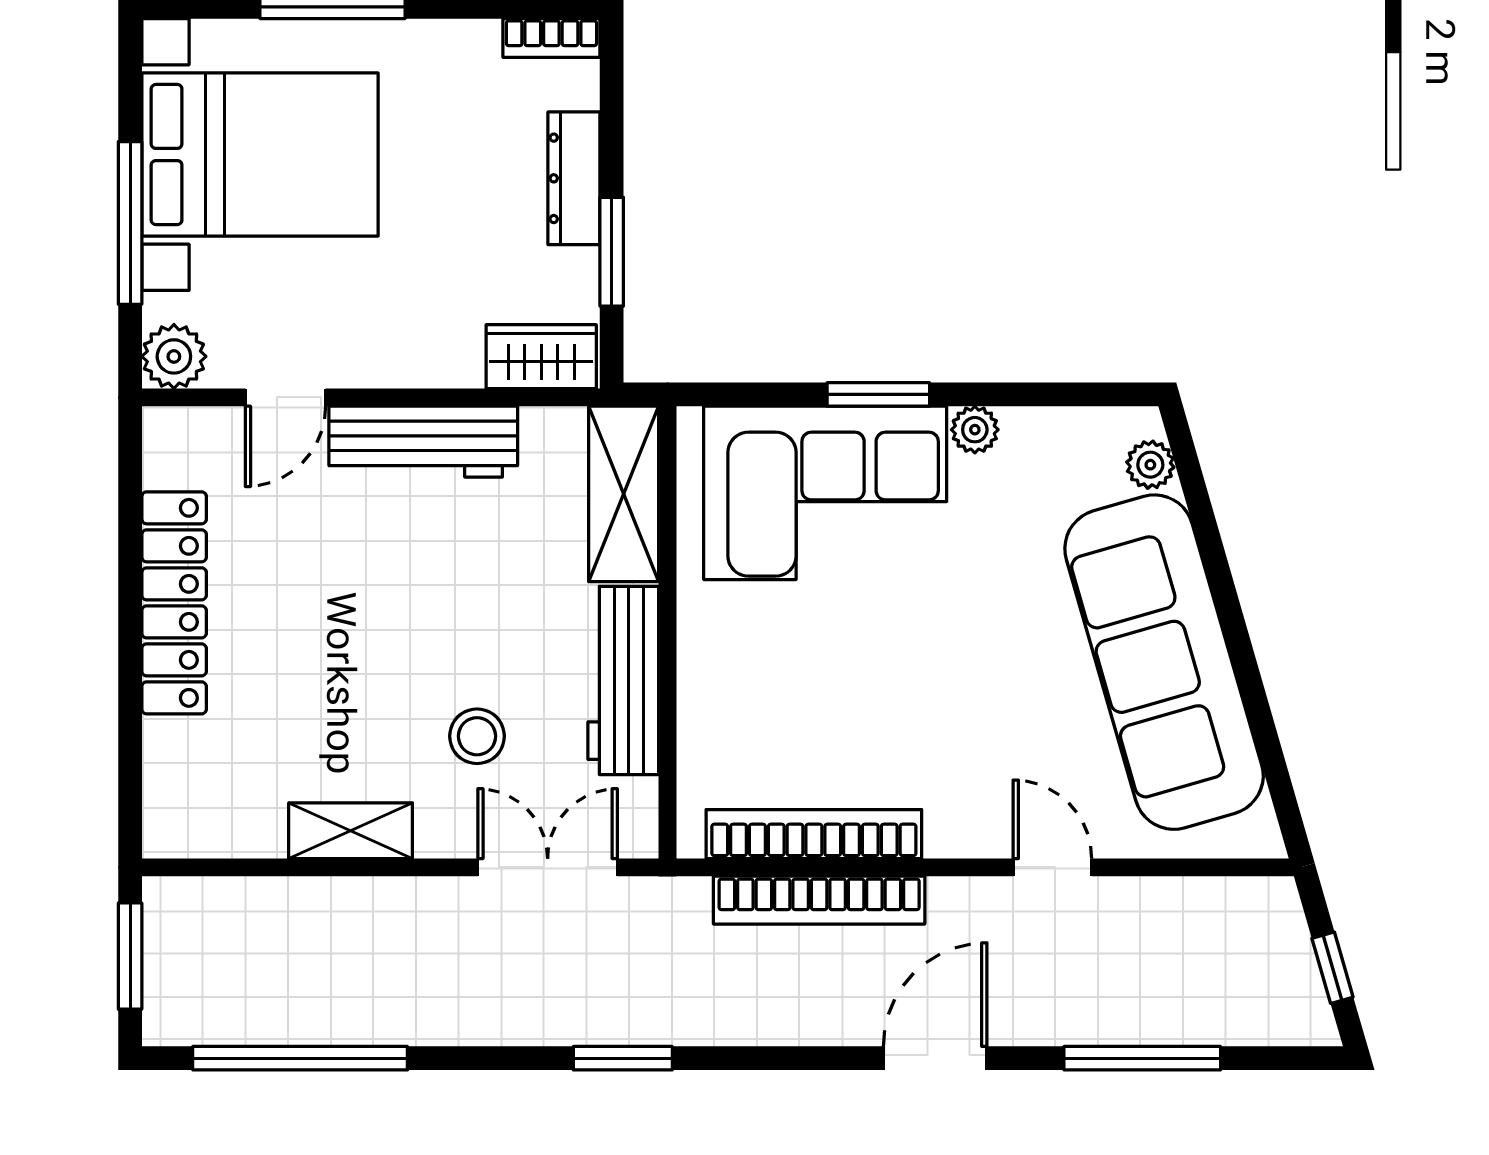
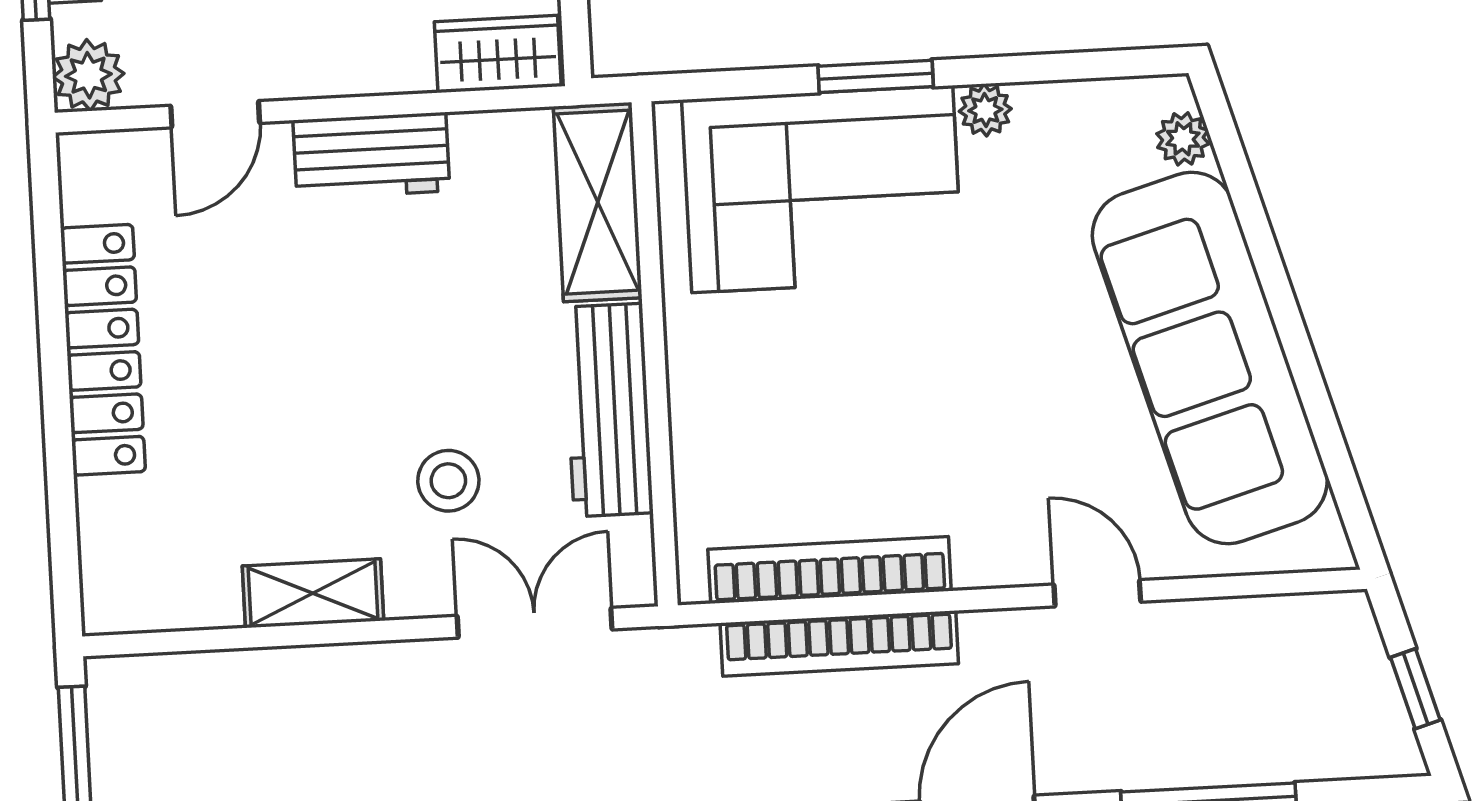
workbench: (423, 442) -> (371, 156), width x0.73

